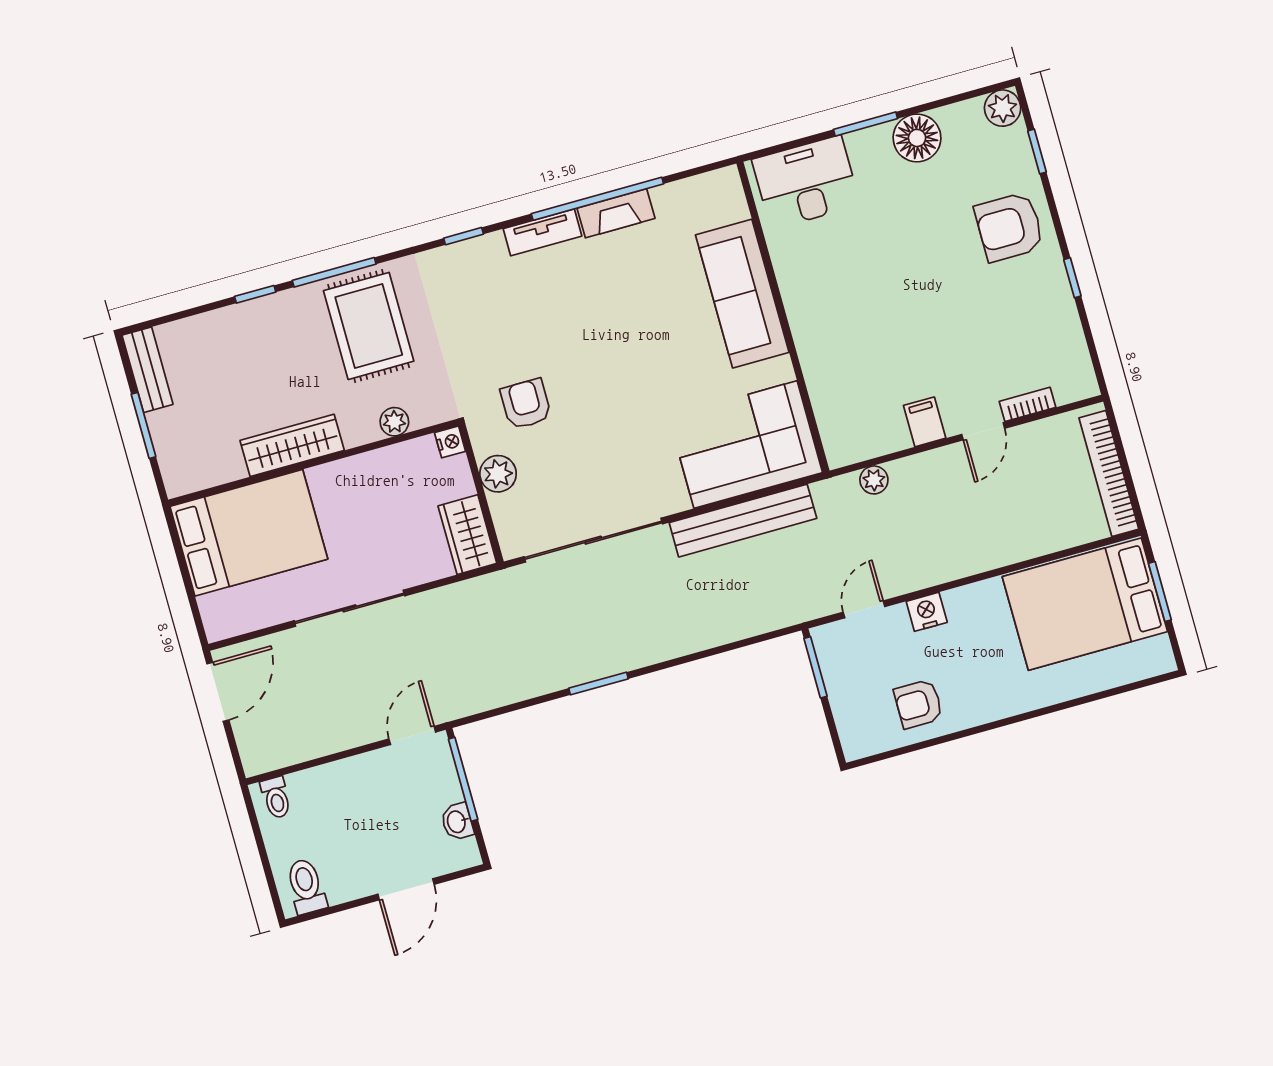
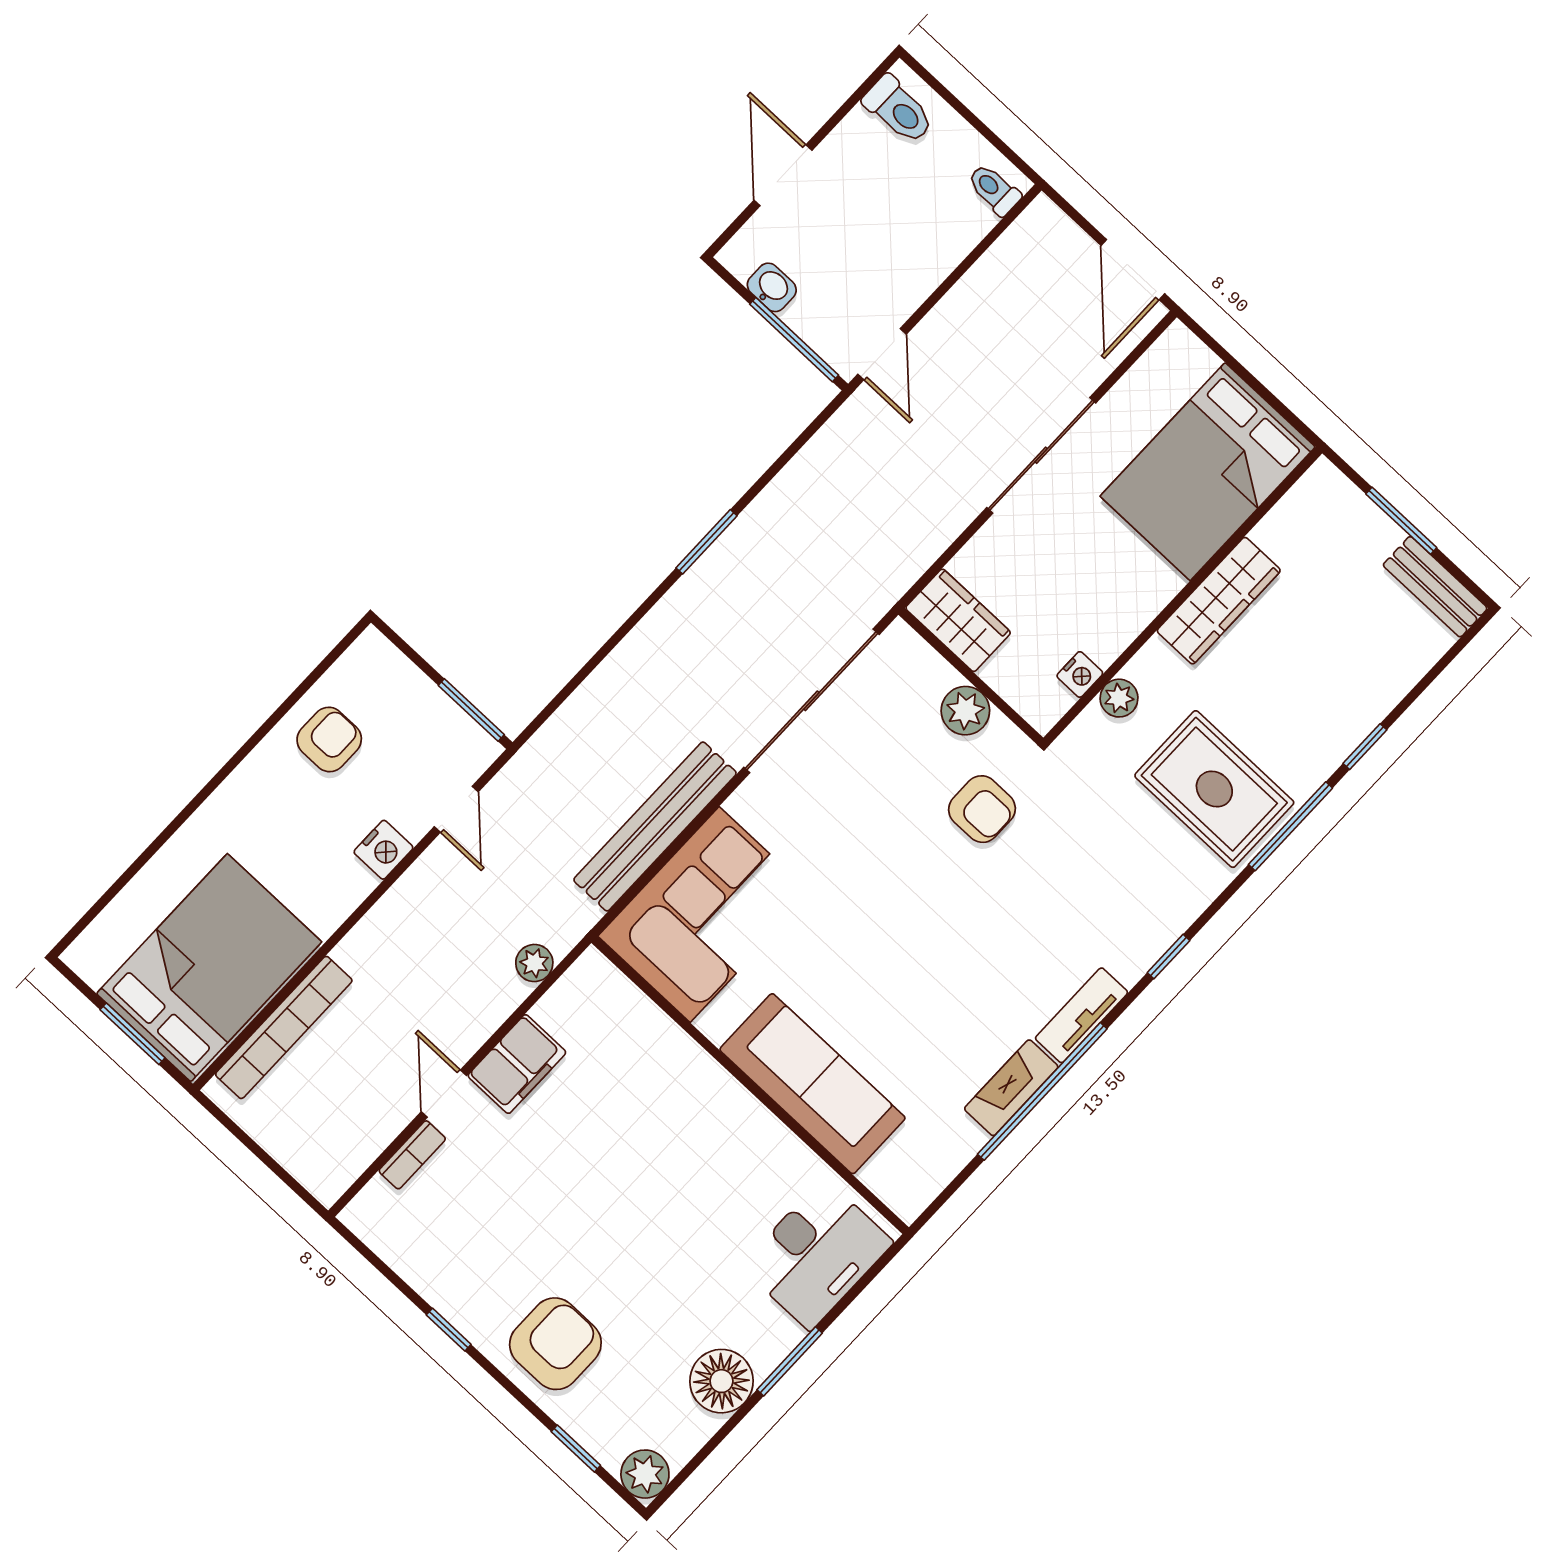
filing cabinet: (925, 422) -> (517, 1064), width x2.00
nightstand: (450, 442) -> (1080, 674), moved, turned -90
bookcase: (1109, 473) -> (284, 1027), moved, turned 90

